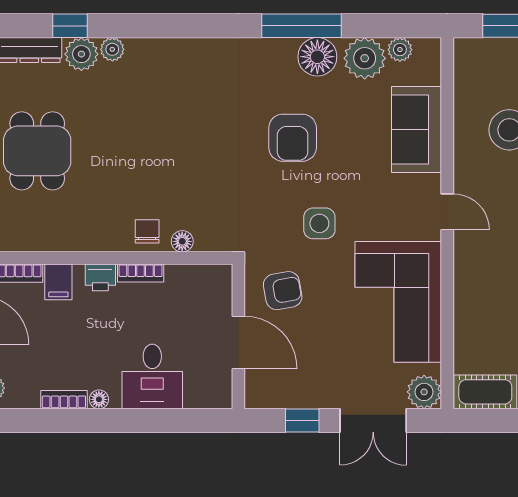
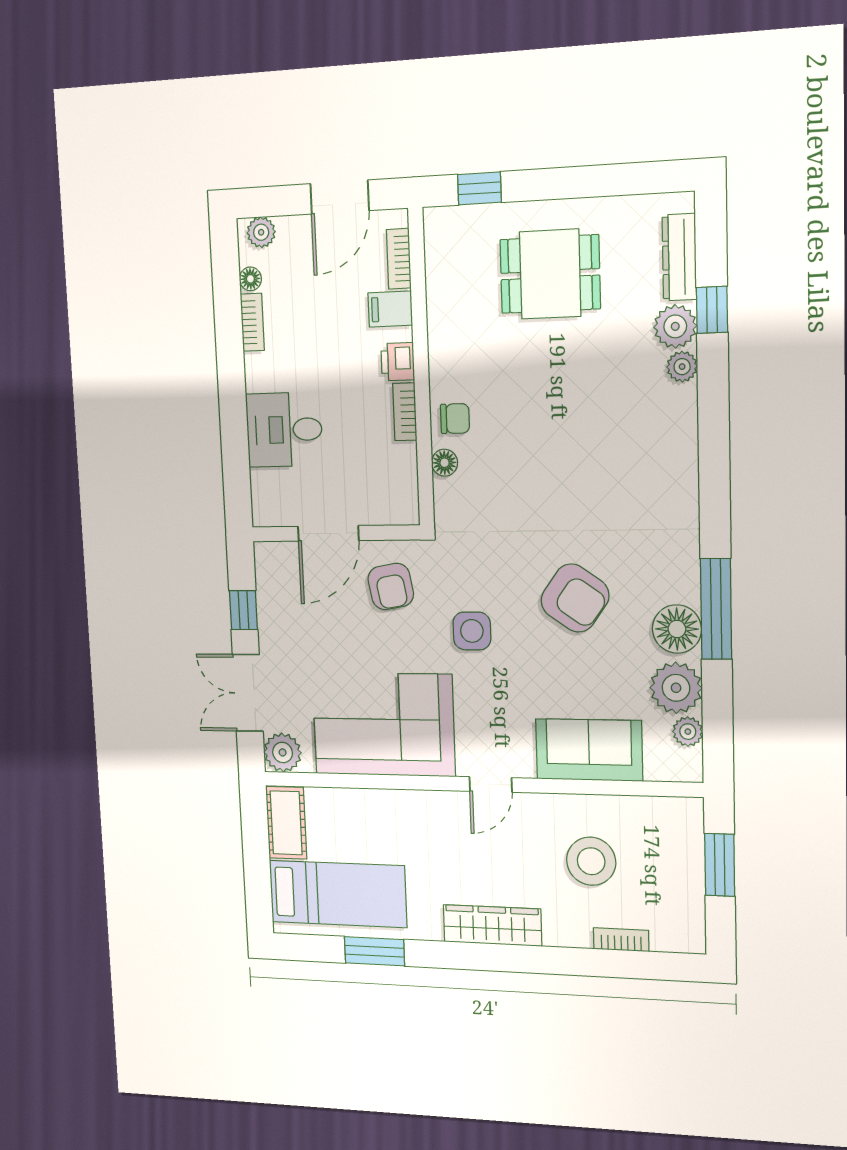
armchair: (293, 138) -> (575, 598), turned -145
floor lamp: (99, 399) -> (250, 279), moved

